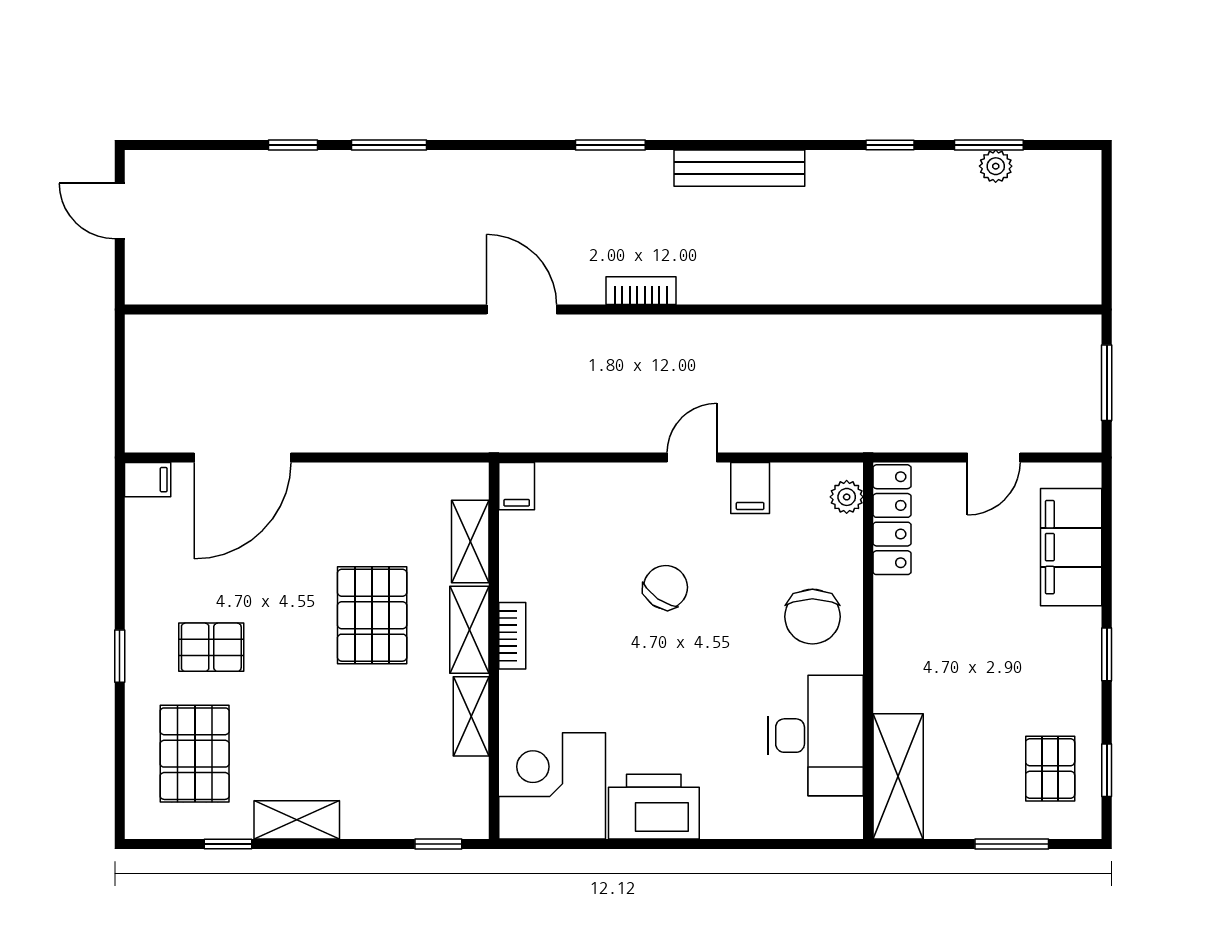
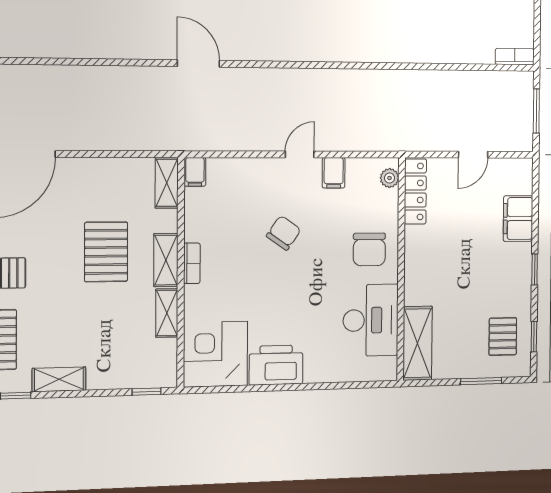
bookcase: (641, 291) -> (515, 57), moved
shelving: (470, 541) -> (167, 183), moved
filing cabinet: (1071, 547) -> (518, 219), width x0.67, depth x0.86

